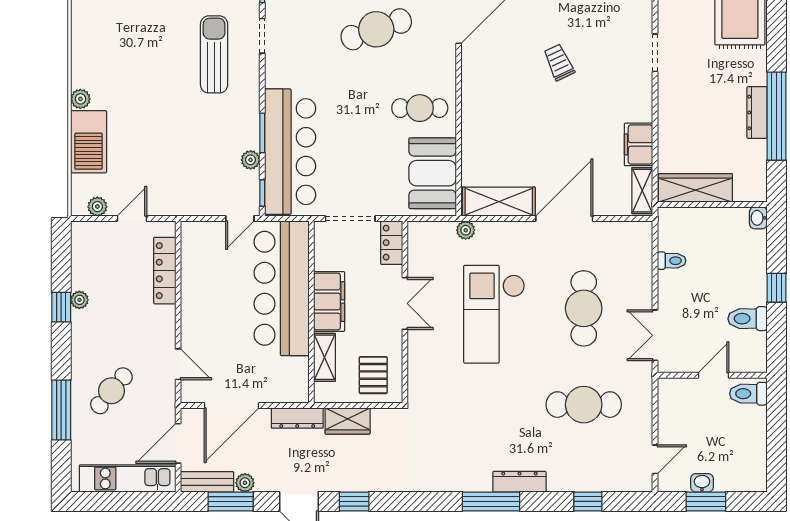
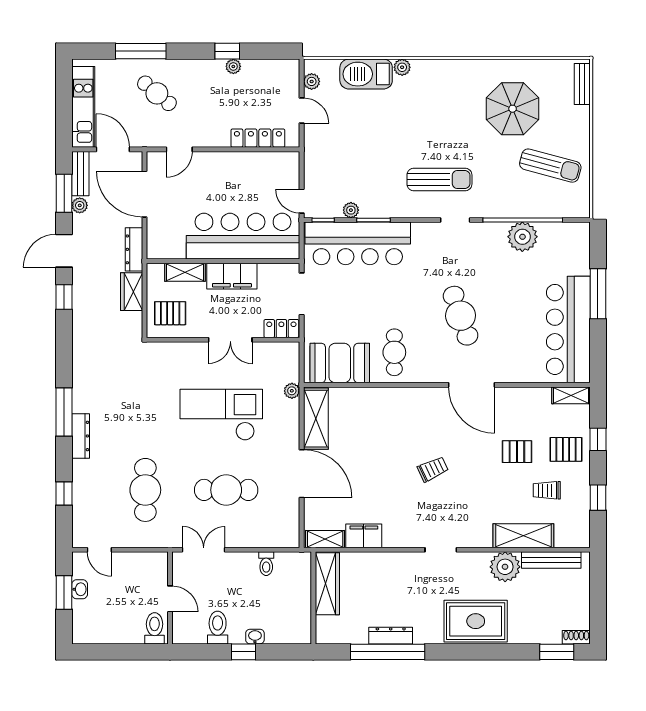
washbasin: (758, 218) -> (255, 637), moved

